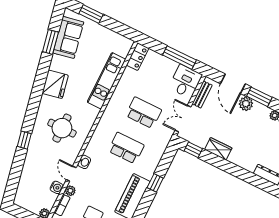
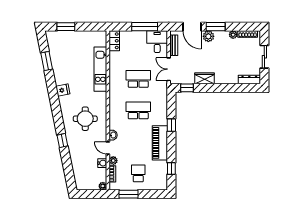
sofa: (68, 37) -> (58, 51), removed
fridge: (55, 84) -> (63, 90), width x0.53, depth x0.75

